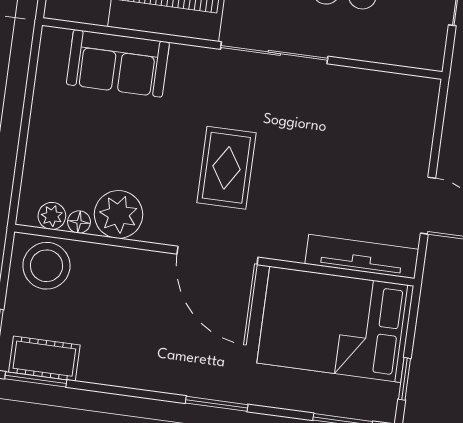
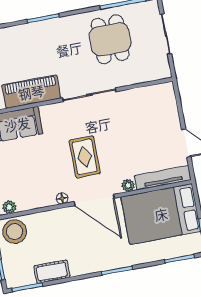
plant: (119, 214) -> (128, 185), moved, width x0.53, depth x0.53
floor lamp: (79, 222) -> (62, 198), moved
cot: (44, 359) -> (52, 272), moved

